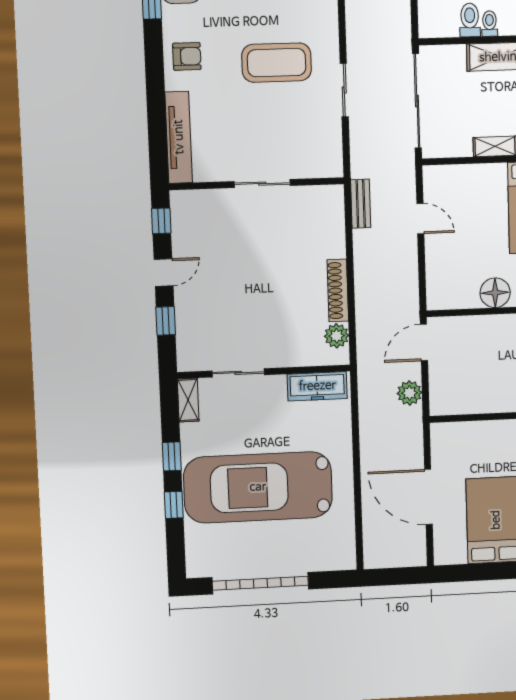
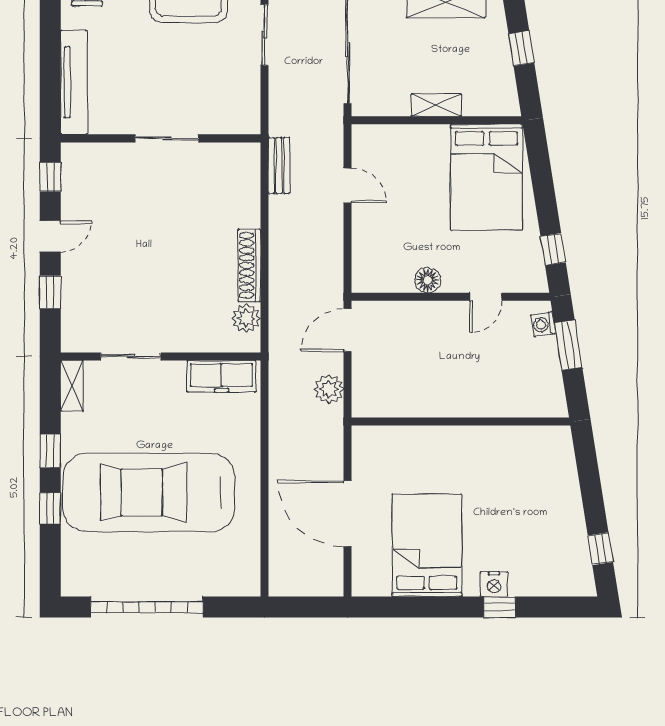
floor lamp: (495, 293) -> (428, 280), width x0.73, depth x0.73

